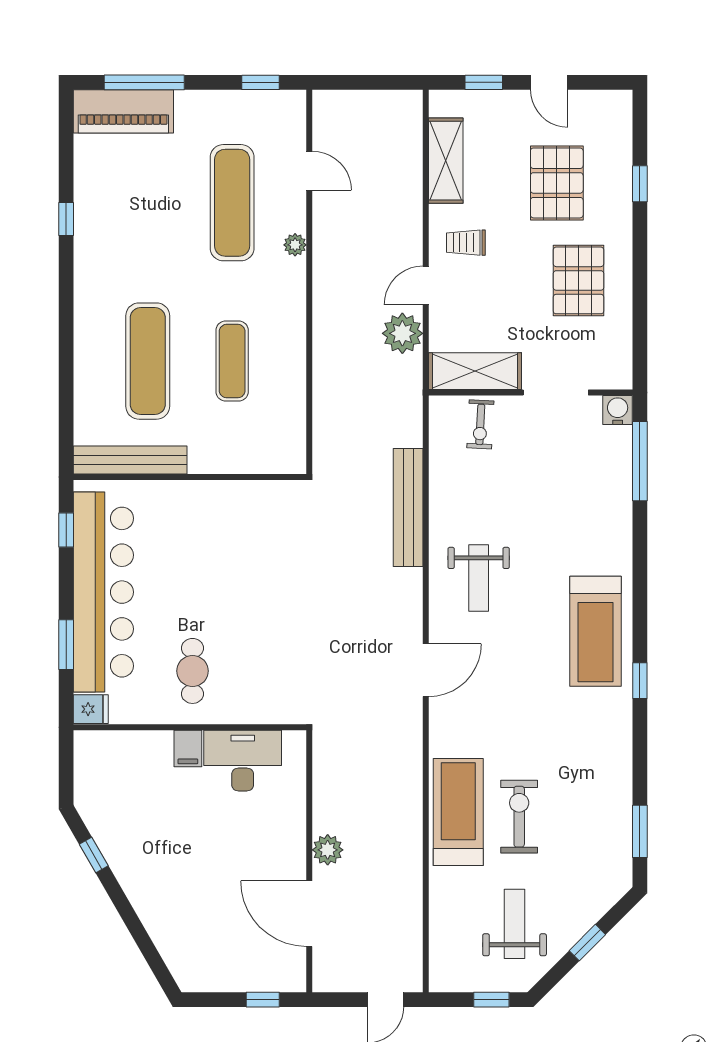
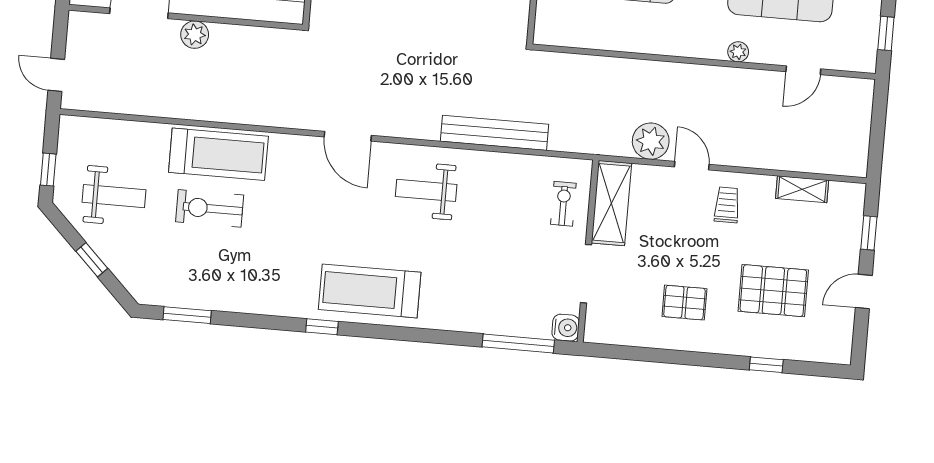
shelving: (446, 161) -> (802, 189), width x0.67, depth x0.75
pallet: (578, 280) -> (684, 303), width x0.67, depth x0.71
exercise bike: (480, 424) -> (563, 204), turned 87
exercise bike: (519, 817) -> (210, 208), turned 180

